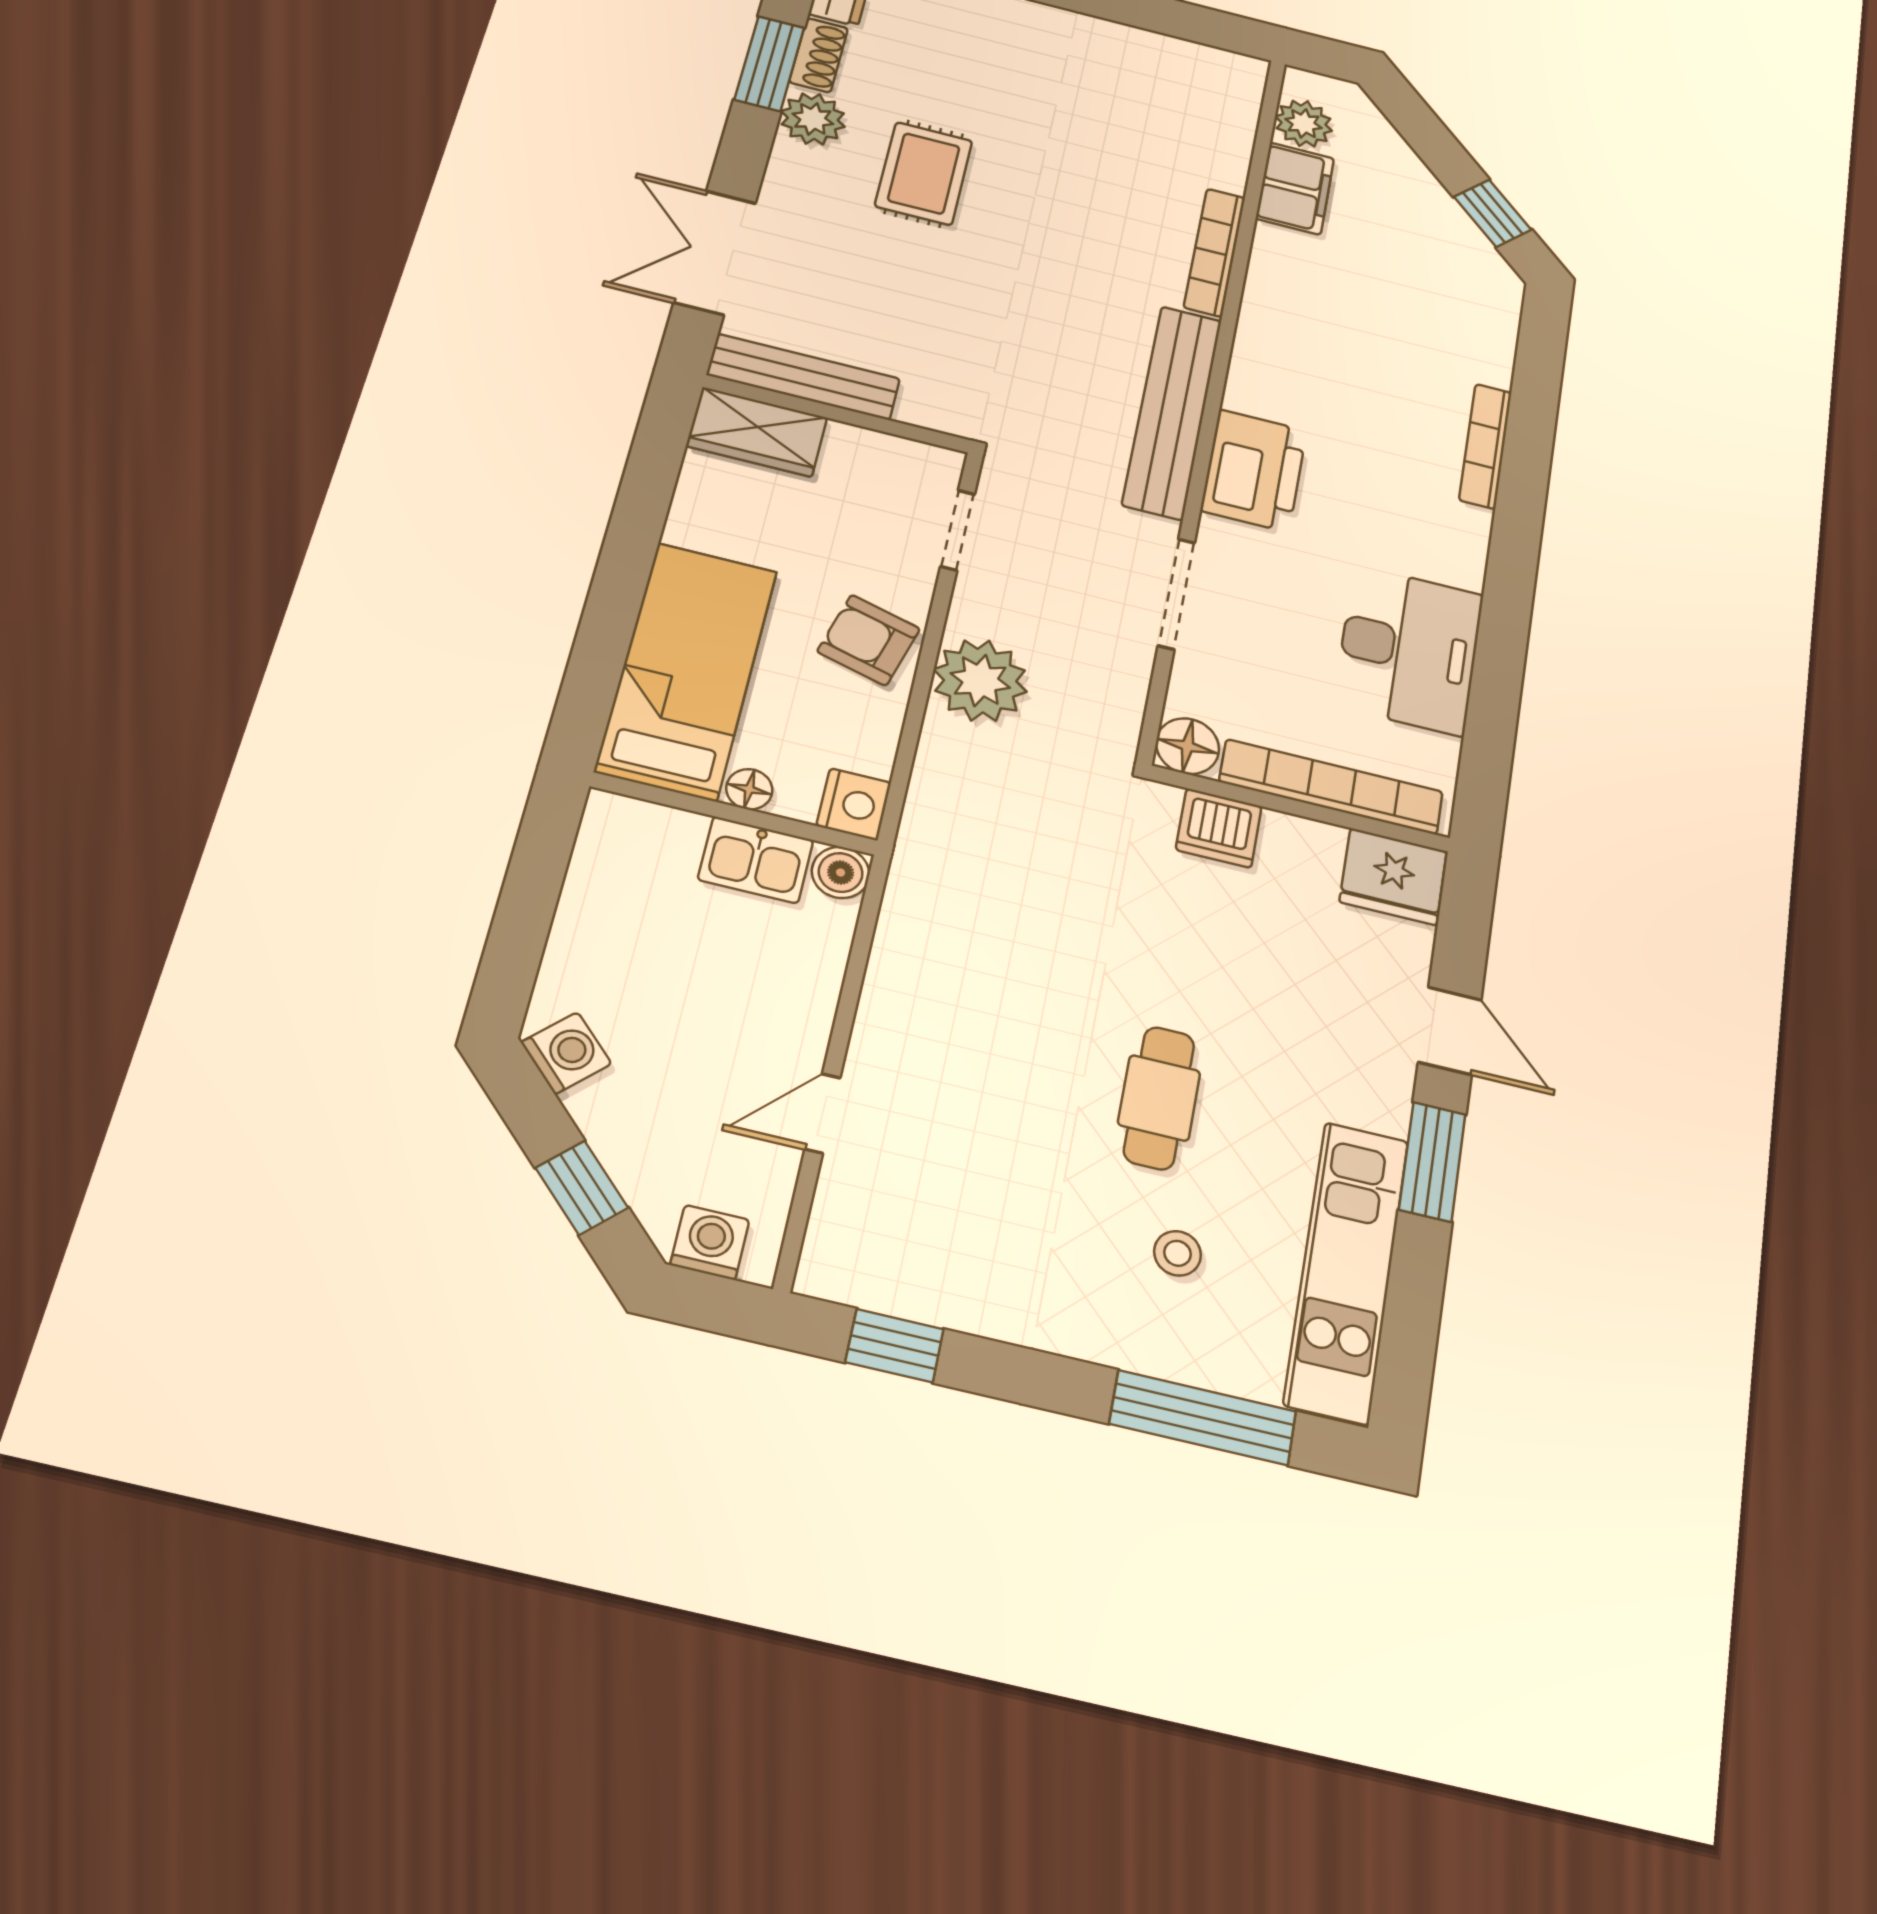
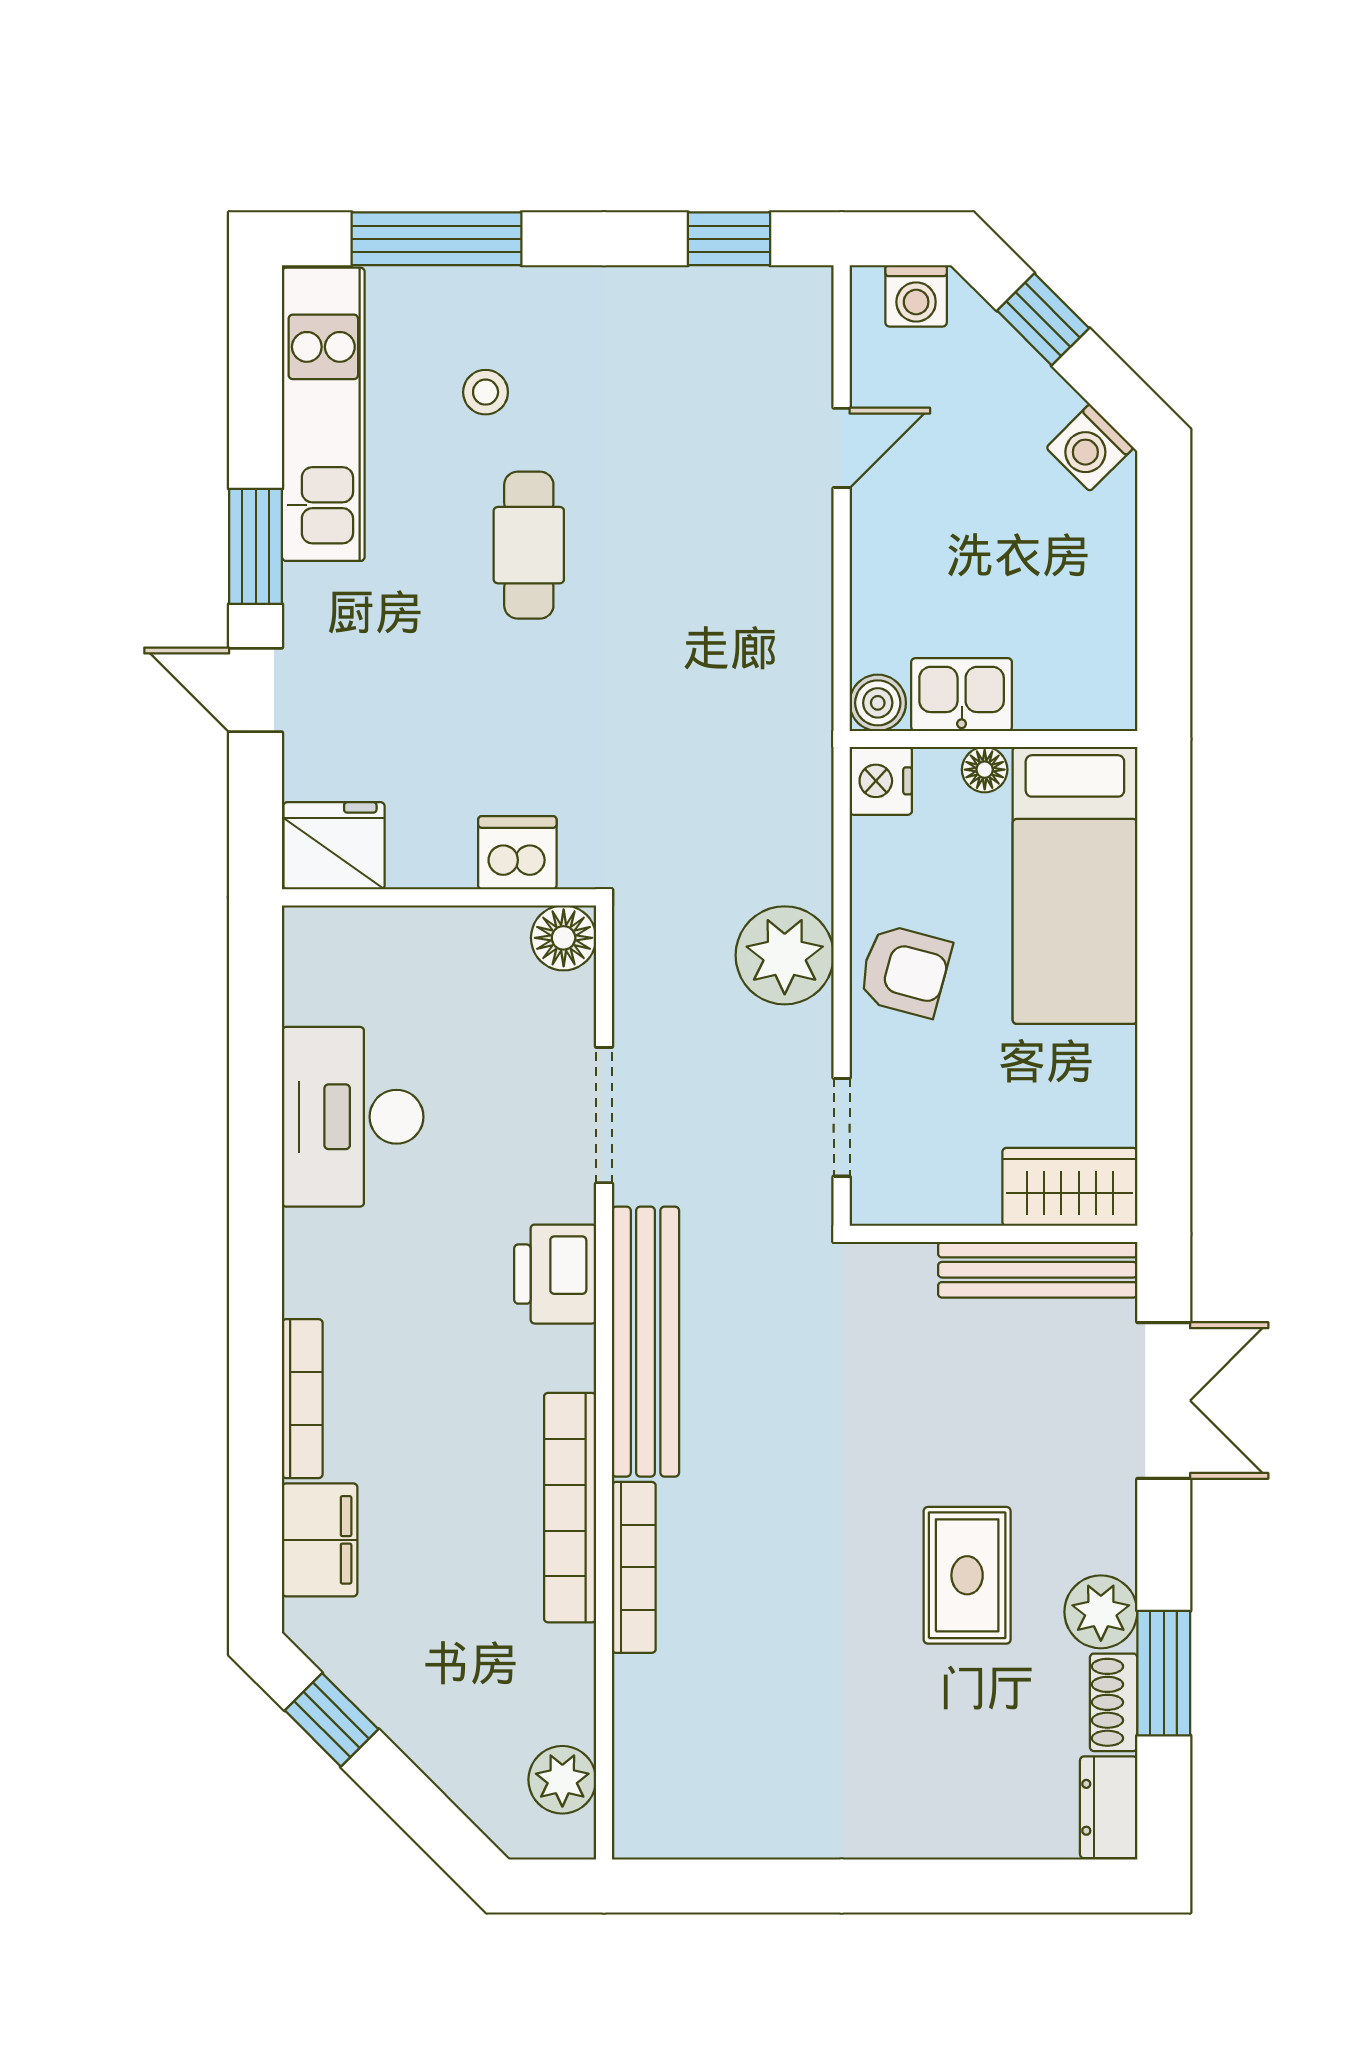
filing cabinet: (1295, 188) -> (320, 1540), moved, turned 180
printer: (1254, 470) -> (555, 1274), width x0.73, depth x0.84
bookcase: (1331, 787) -> (570, 1508), moved, turned 90

